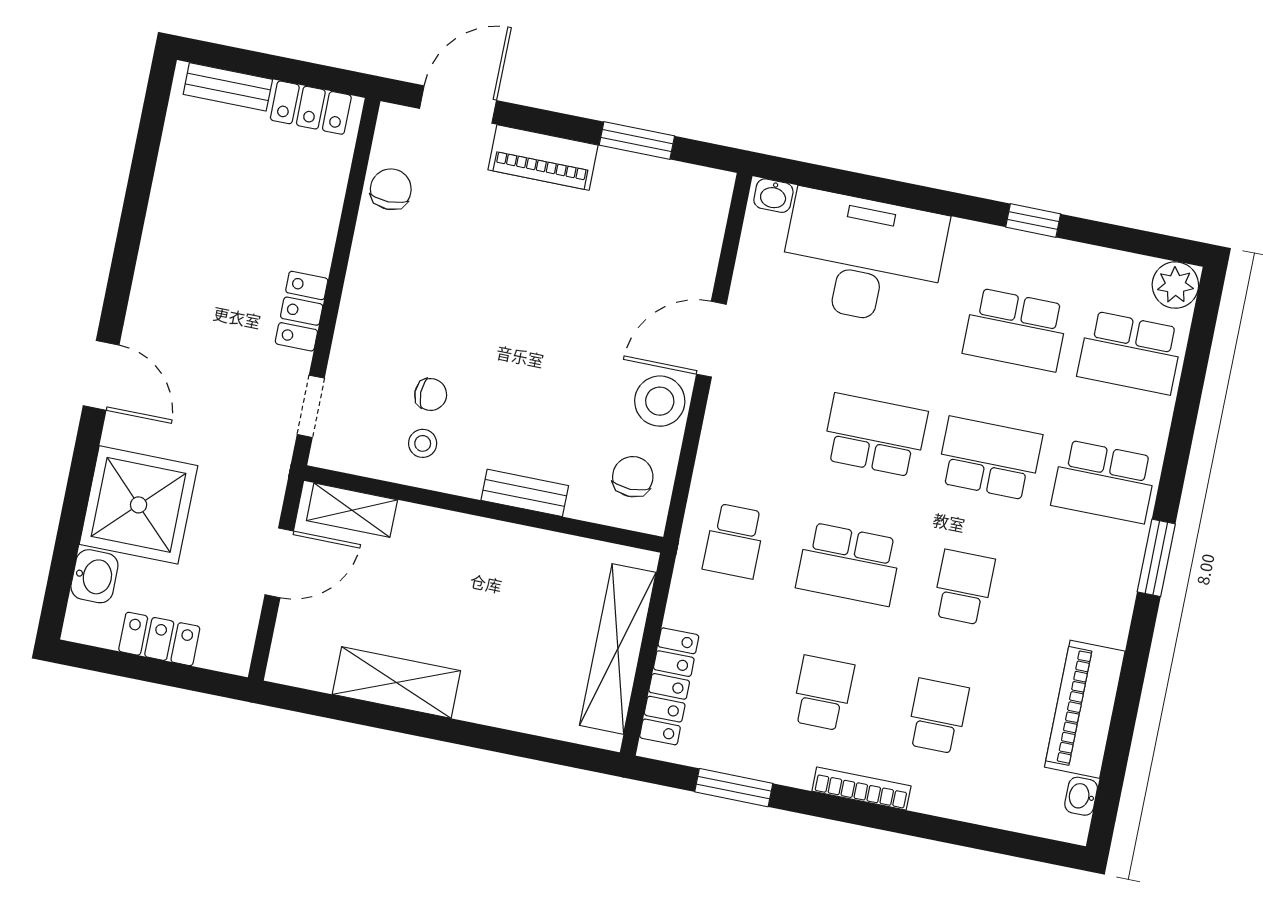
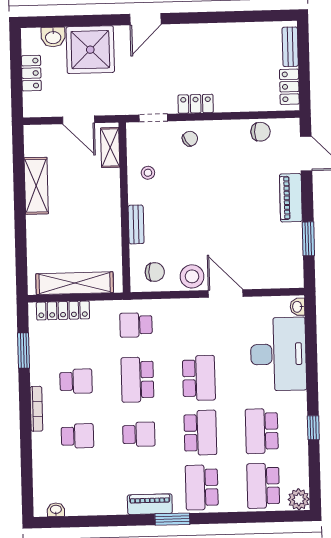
chair: (431, 394) -> (190, 139), moved, turned -123
piano: (1085, 709) -> (150, 504), moved, width x0.73, depth x0.75

